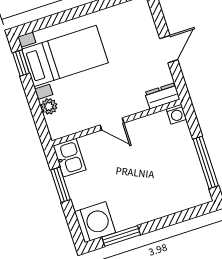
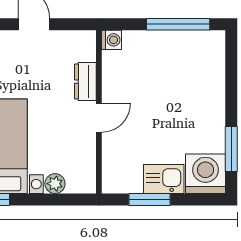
dresser: (162, 96) -> (85, 82), moved
kitchen sink: (70, 158) -> (164, 179), moved

